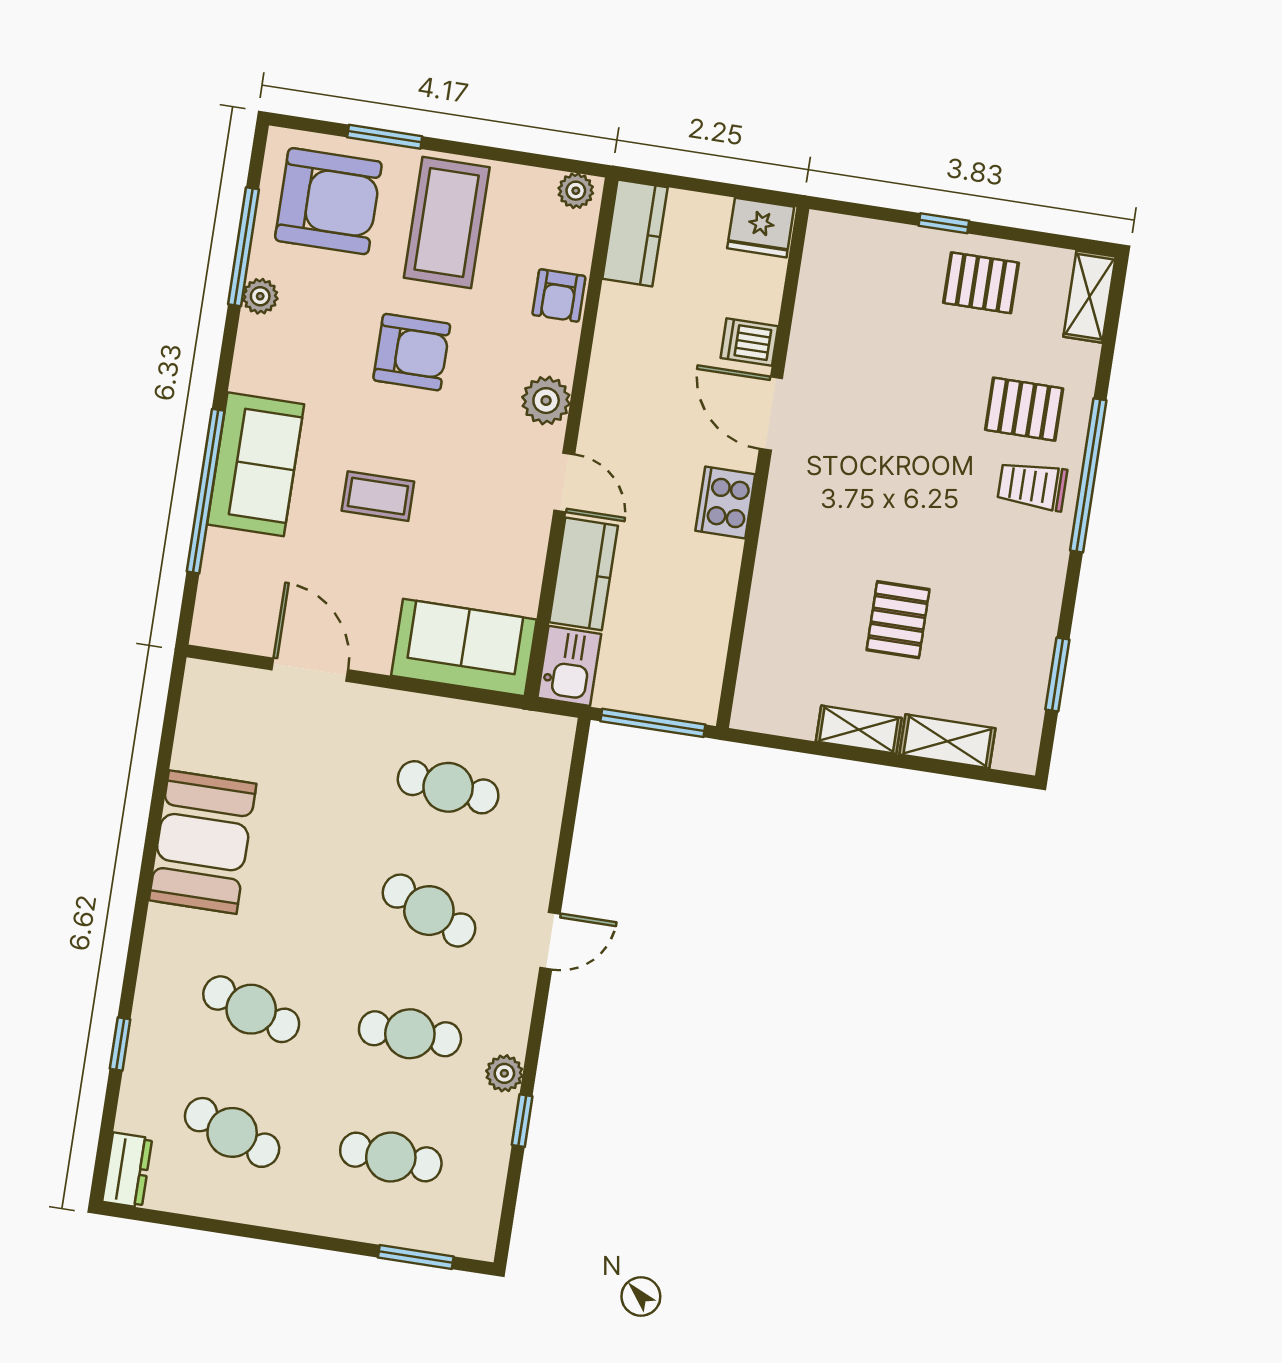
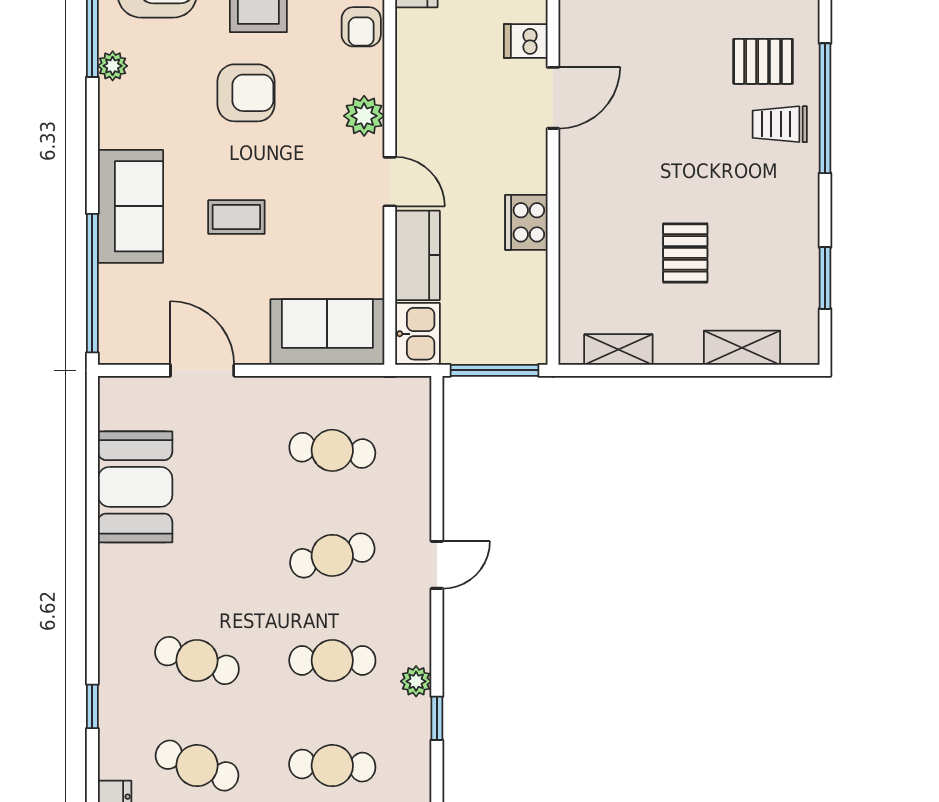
door: (771, 414) -> (553, 98), swing flipped
window: (206, 491) -> (92, 283), moved
cooker: (725, 503) -> (526, 222), moved
shelving: (859, 730) -> (618, 350), moved
booth: (203, 842) -> (135, 487), moved
cafe table: (429, 911) -> (332, 555), turned -39

